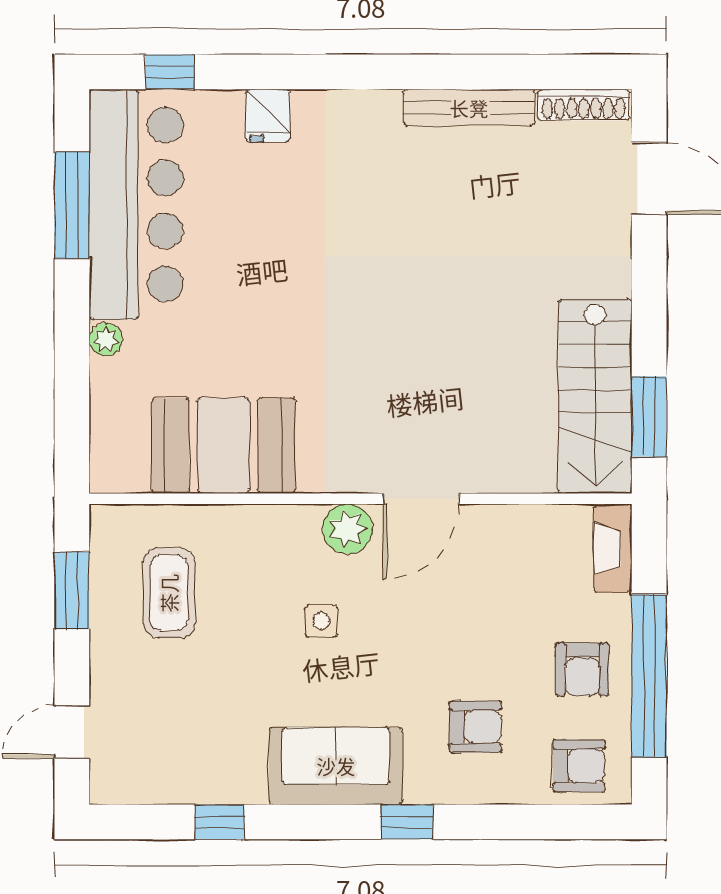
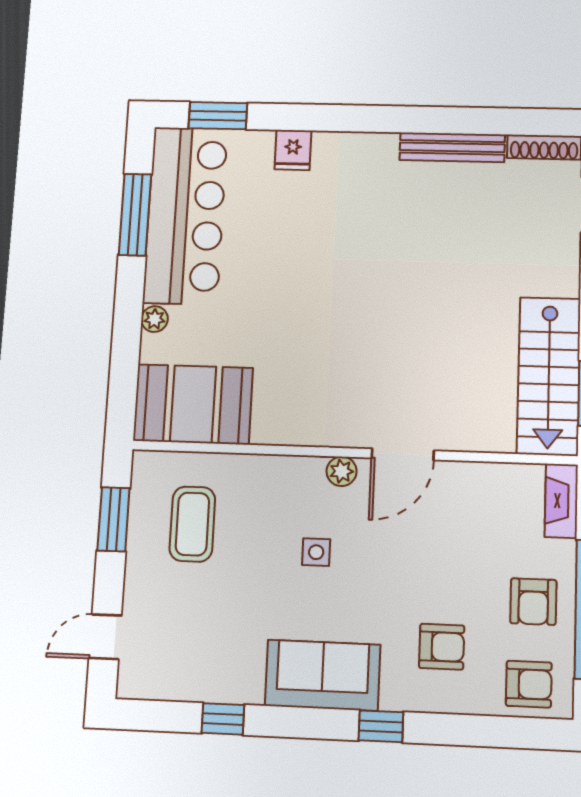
window: (170, 72) -> (218, 116), width x1.50
booth: (224, 446) -> (193, 404), moved
plant: (348, 529) -> (342, 471), width x0.73, depth x0.73

